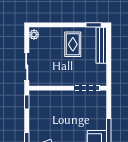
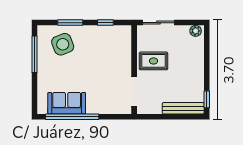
rug: (73, 44) -> (153, 61), moved
window: (27, 102) -> (105, 23), moved

